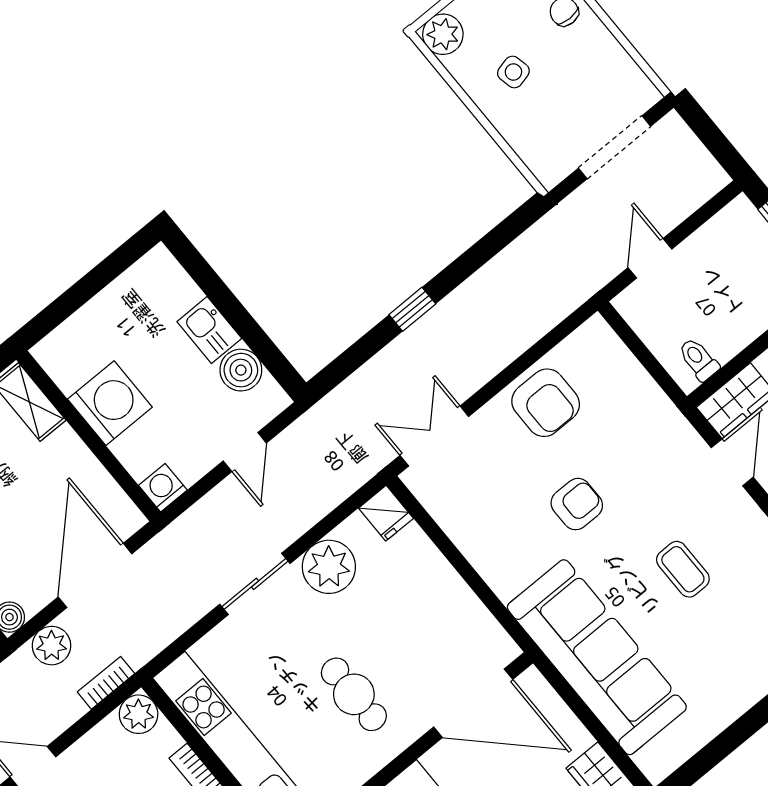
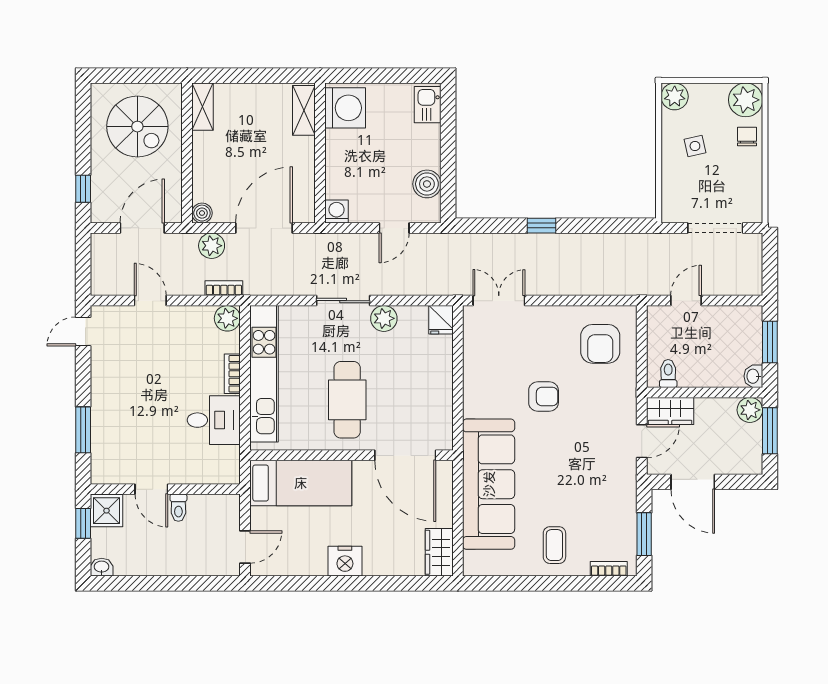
kitchen sink: (209, 330) -> (428, 105), moved
washing machine: (110, 403) -> (345, 108), moved
armchair: (546, 403) -> (600, 344), moved
plant: (329, 567) -> (384, 318), width x0.73, depth x0.73
coffee table: (683, 569) -> (554, 545), moved
cafe table: (354, 694) -> (347, 400), width x1.37, depth x1.35

